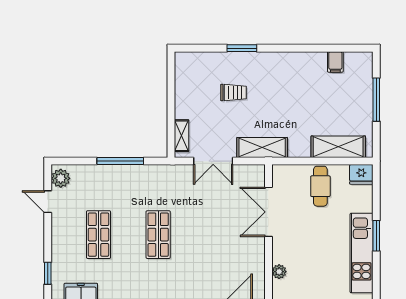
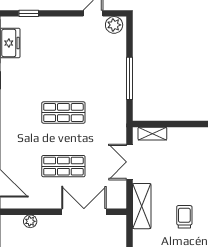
trolley: (233, 93) -> (184, 217), moved, turned 180
shop shelf: (98, 235) -> (63, 166), moved

